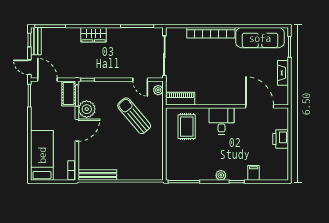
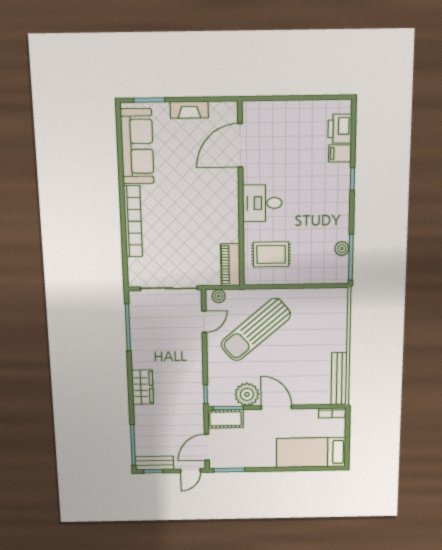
sun lounger: (134, 116) -> (256, 330), width x1.36, depth x1.34
printer: (281, 139) -> (340, 129), moved, turned 90
plant: (221, 175) -> (342, 249), moved

